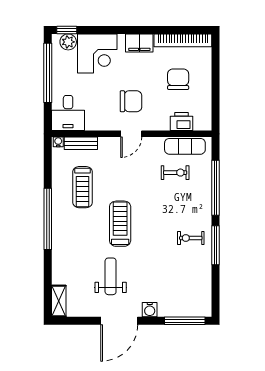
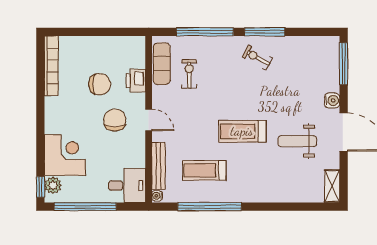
filing cabinet: (139, 43) -> (54, 111), removed
chair: (178, 79) -> (100, 84), moved, turned 180
printer: (181, 122) -> (136, 81), moved
bench: (81, 143) -> (158, 166), width x1.36
treadmill: (83, 187) -> (204, 170), turned 180
window: (48, 219) -> (210, 207), moved
exercise bike: (191, 238) -> (257, 58), turned 119
shelving: (59, 301) -> (332, 186), moved, turned 90

